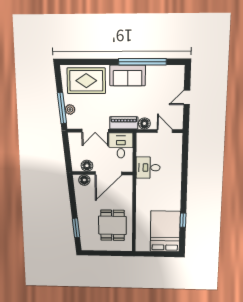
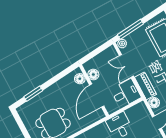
plant: (70, 109) -> (122, 44), moved
door: (108, 173) -> (97, 96), hinge flipped

